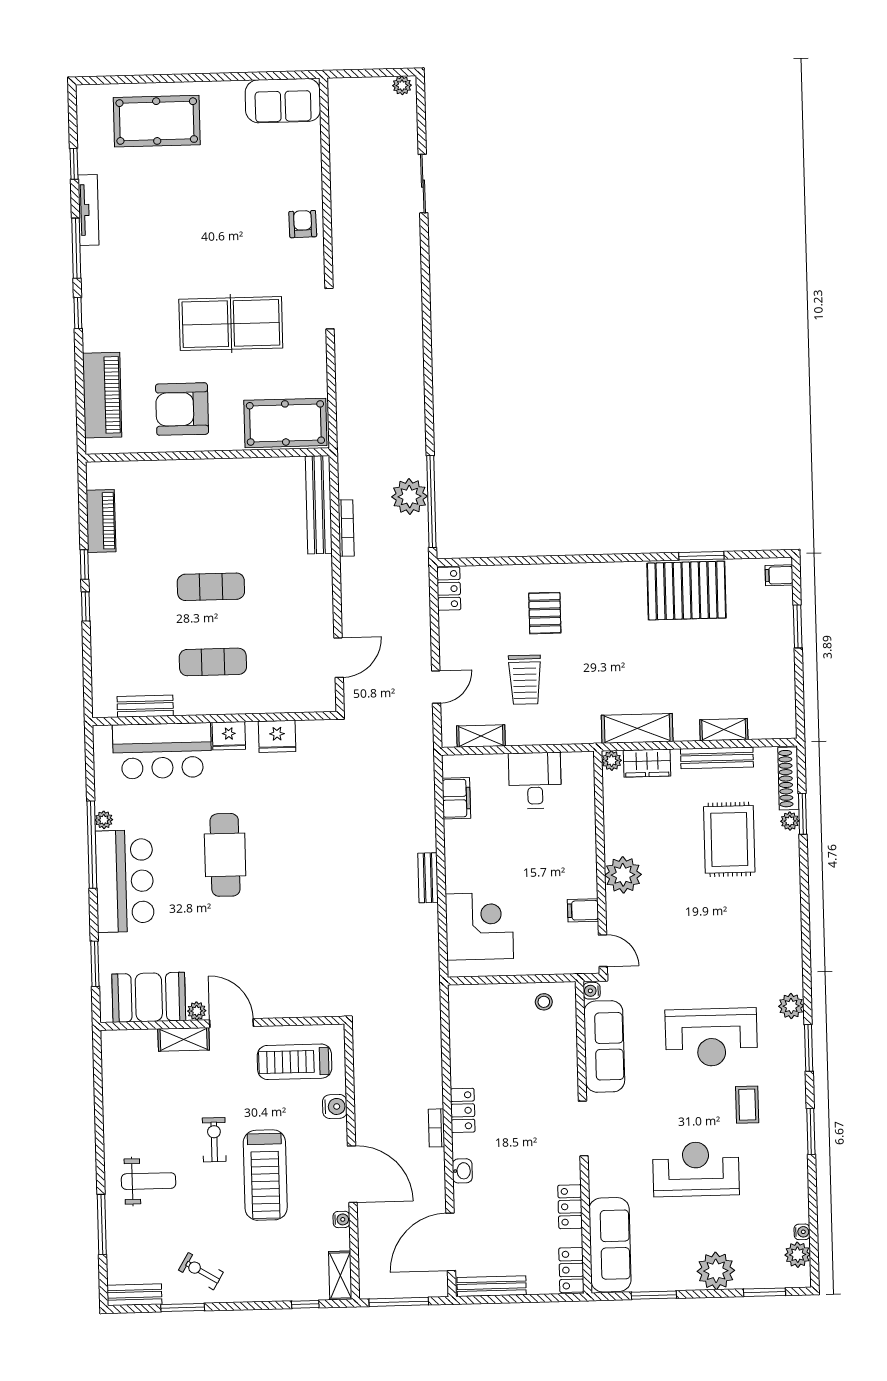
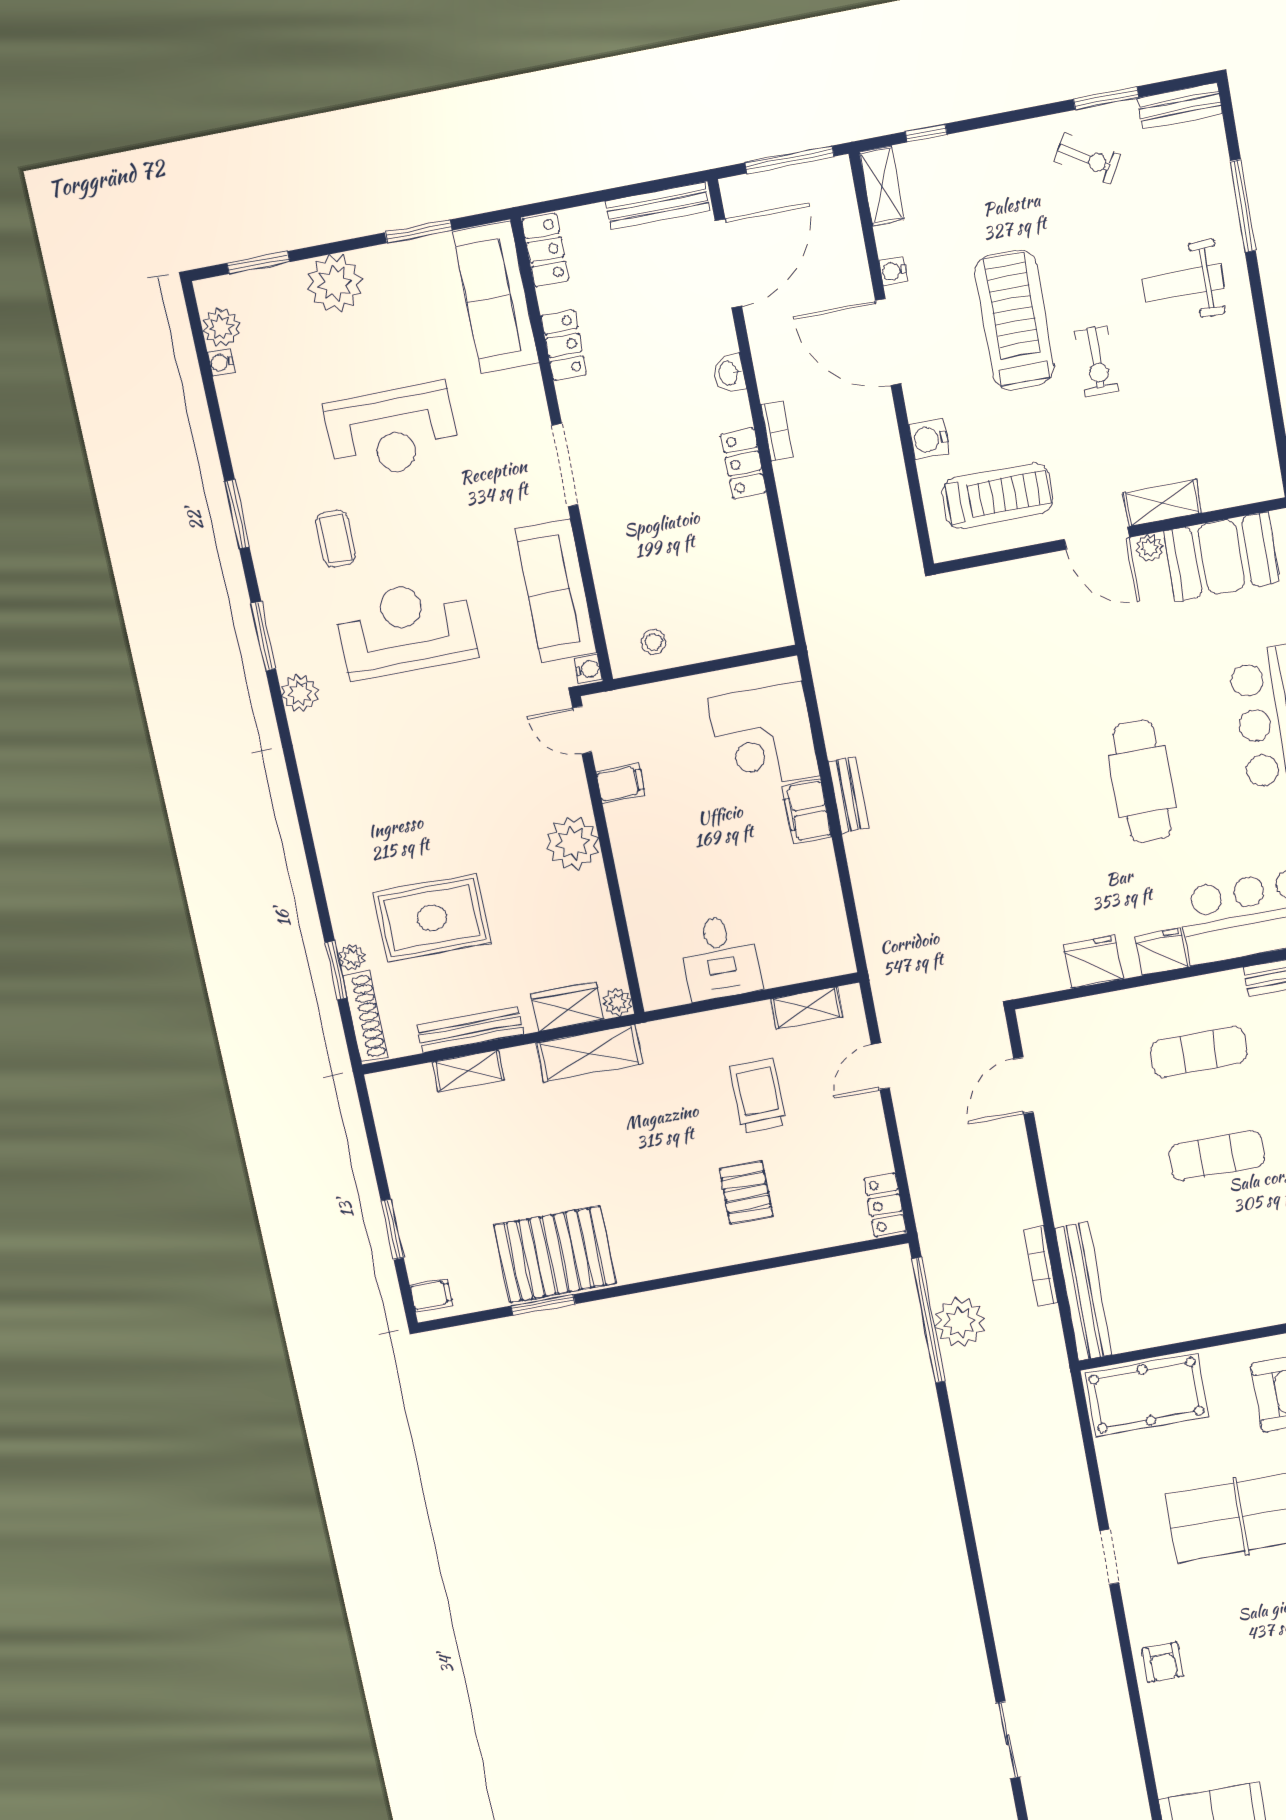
filing cabinet: (456, 798) -> (807, 811), moved
rug: (729, 839) -> (432, 918), turned 90

